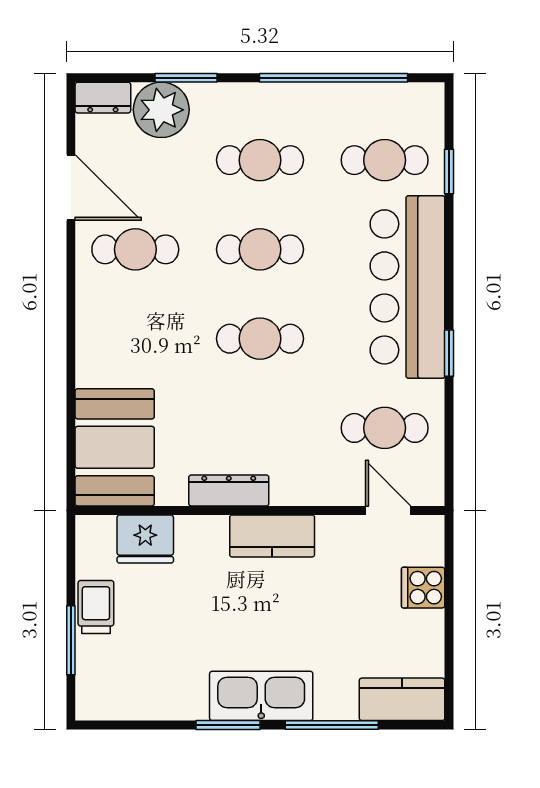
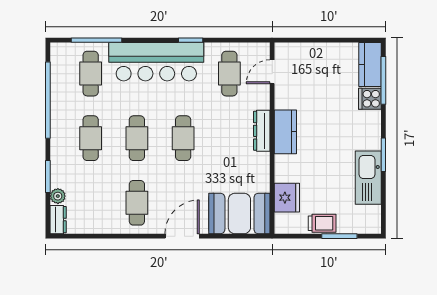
plant: (161, 110) -> (58, 196), width x0.53, depth x0.53
window: (449, 171) -> (96, 40), width x2.17
door: (71, 187) -> (182, 236), moved
dresser: (229, 490) -> (262, 131), moved
cooker: (423, 588) -> (370, 99), moved, turned 90
trolley: (96, 607) -> (322, 223), turned 180
kitchen sink: (261, 696) -> (368, 178), moved
window: (332, 725) -> (383, 80), moved

